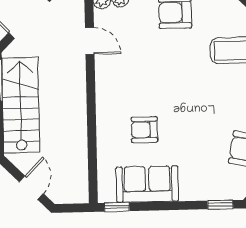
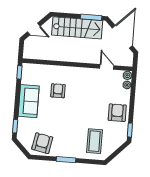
door: (90, 41) -> (107, 67), swing flipped
sofa: (147, 184) -> (29, 101), moved

